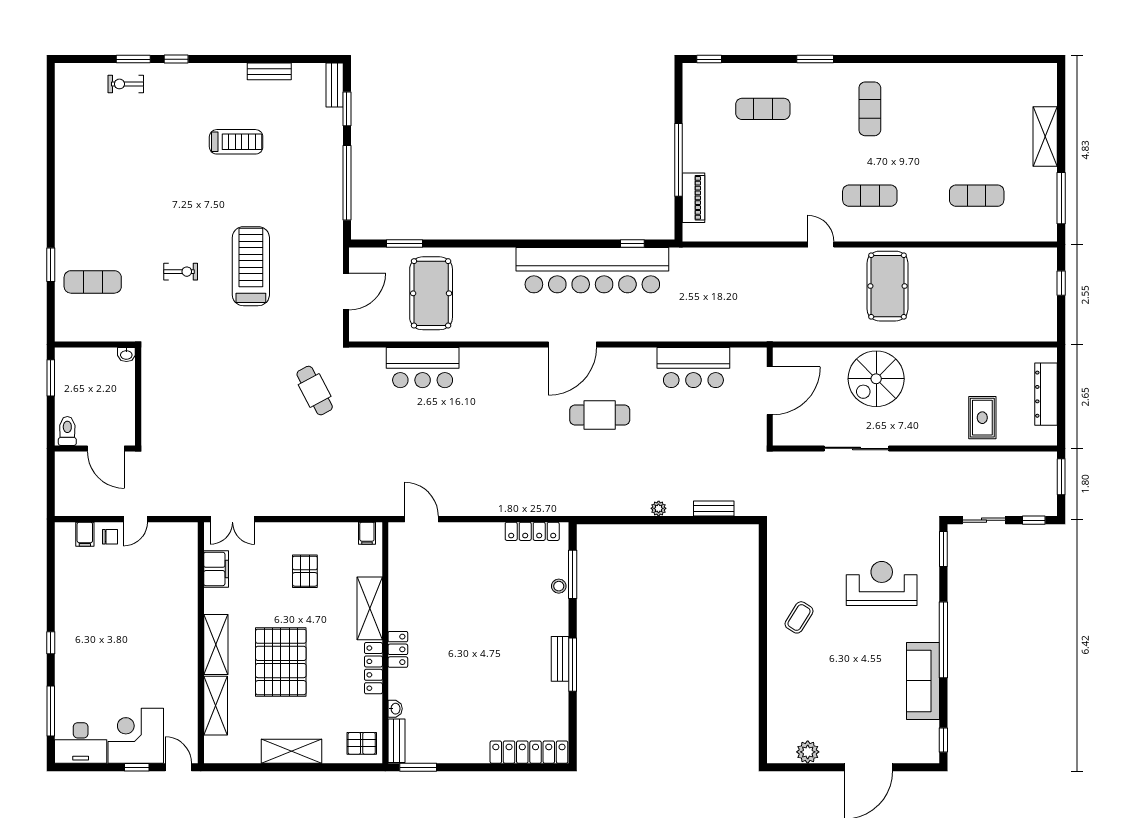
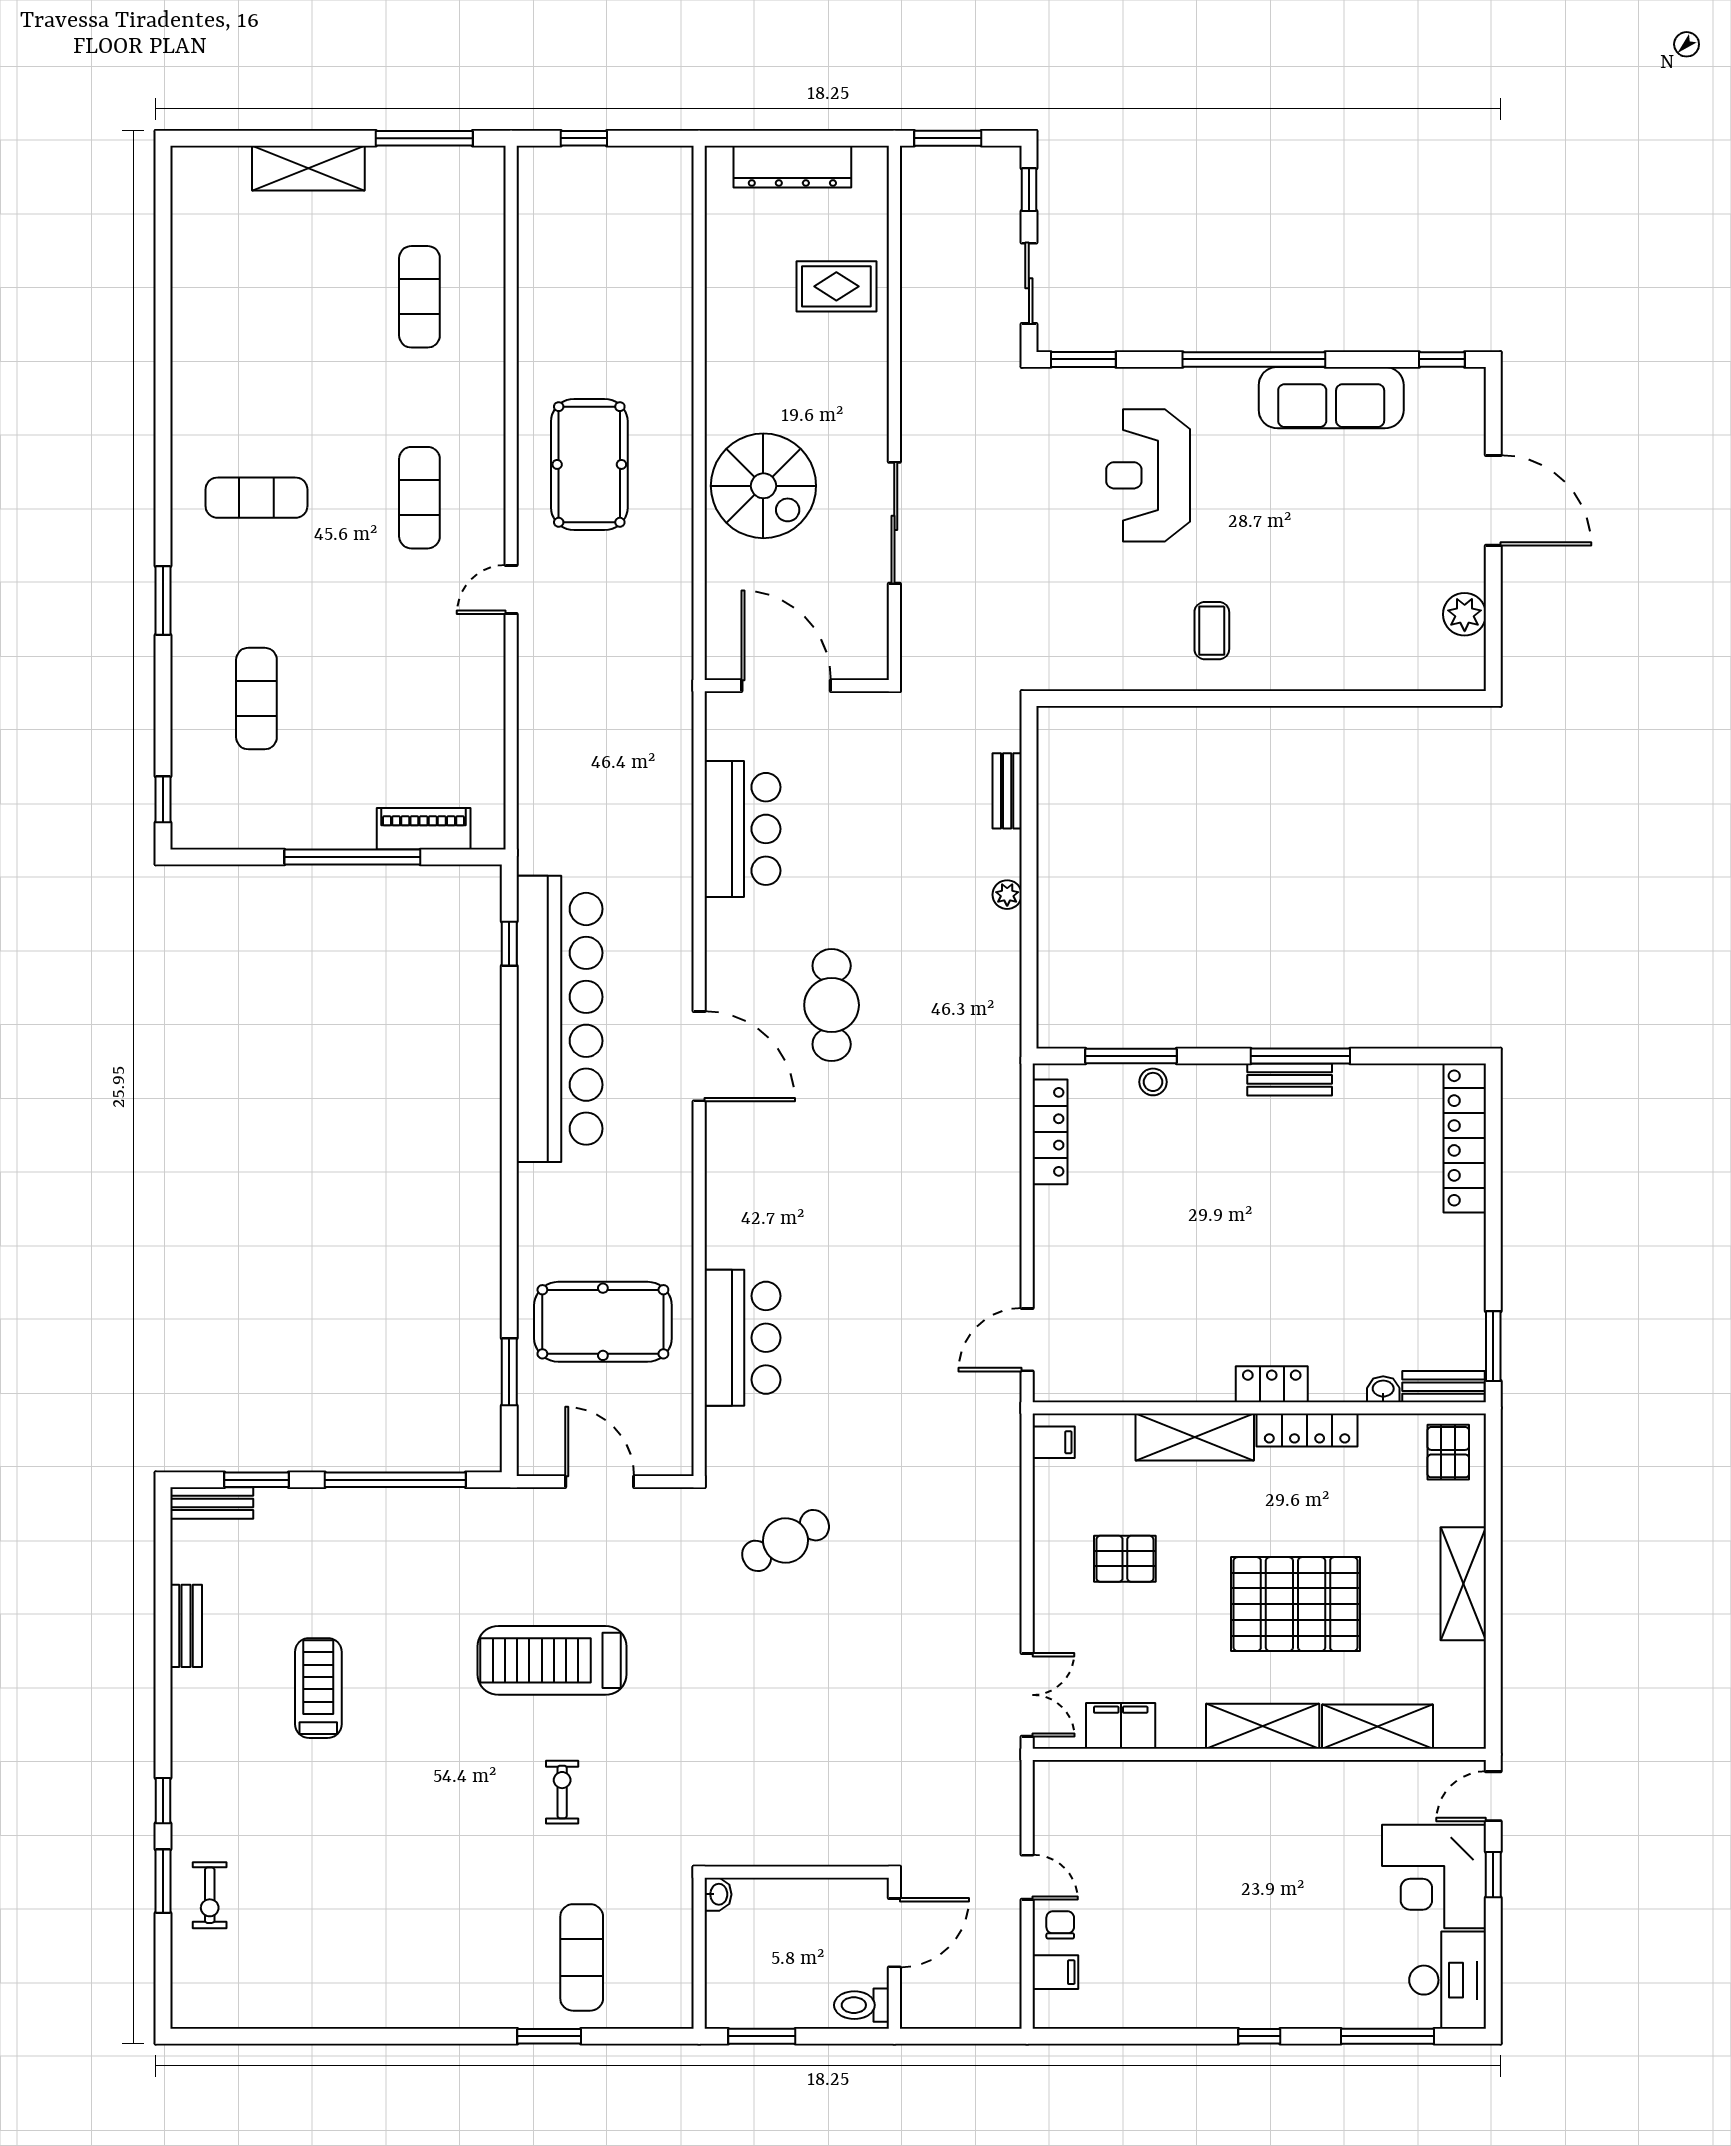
pool table: (887, 286) -> (589, 464), turned 90
coffee table: (799, 617) -> (1212, 631), turned 58

